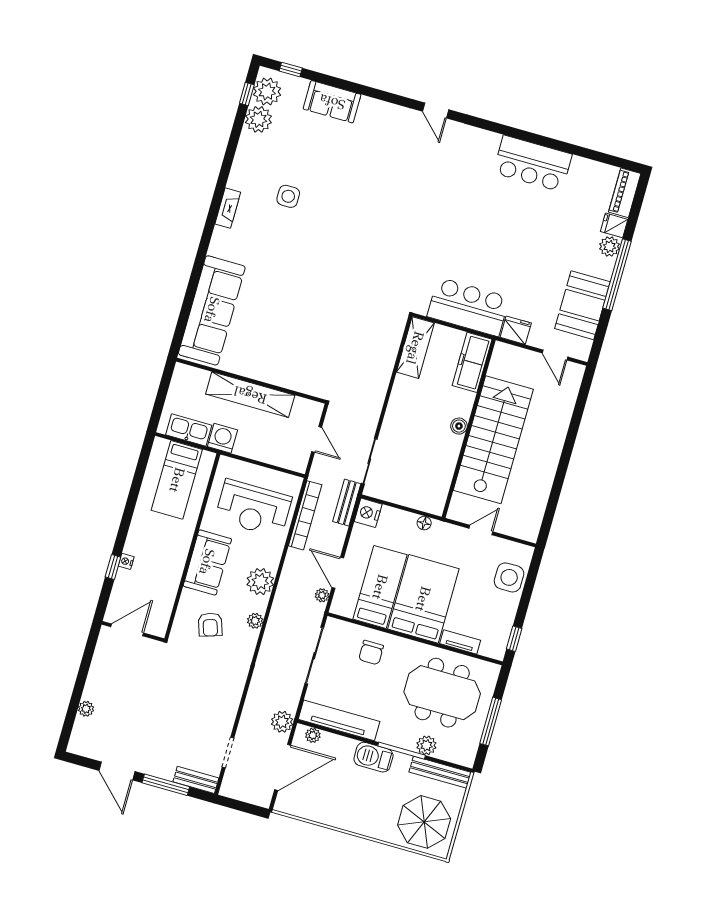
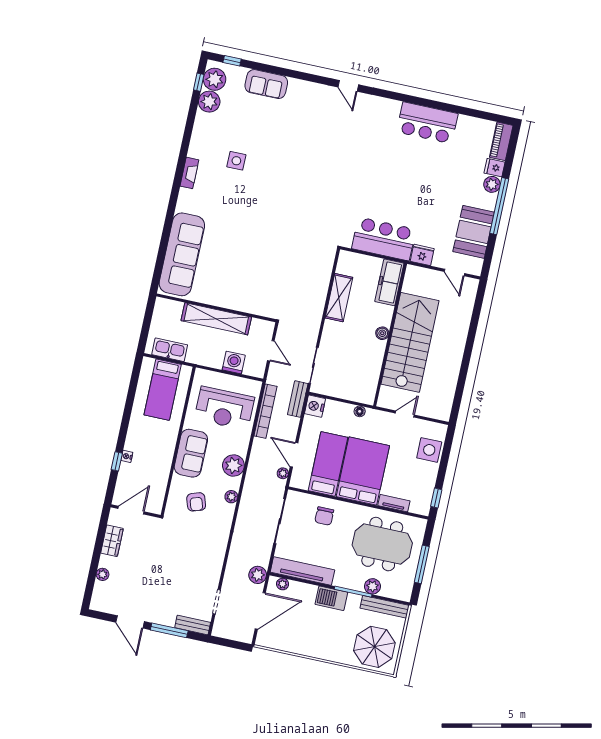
shelving: (415, 348) -> (339, 298), moved
washing machine: (223, 438) -> (234, 363), moved
wardrobe: (101, 667) -> (112, 541), added

